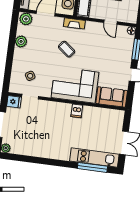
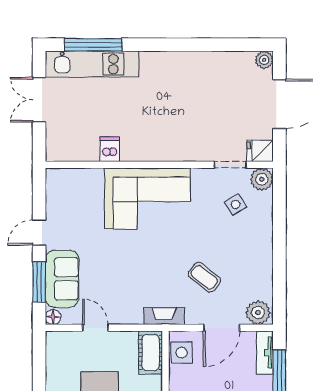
plant: (21, 41) -> (262, 179), moved
coffee table: (67, 49) -> (204, 277), moved
sofa: (112, 97) -> (62, 279), moved, turned -90
dishwasher: (77, 111) -> (110, 149), moved

